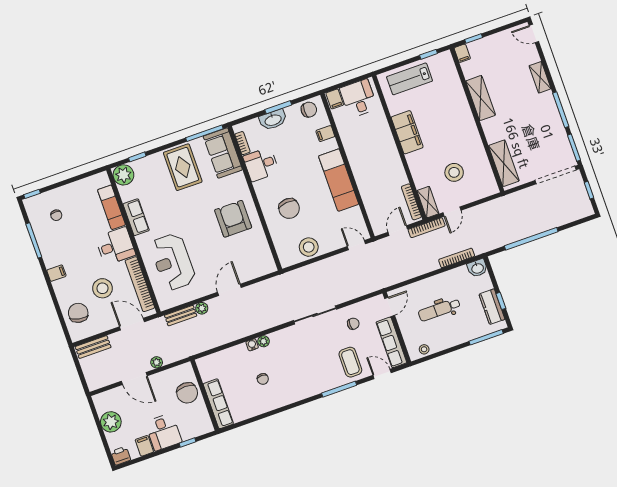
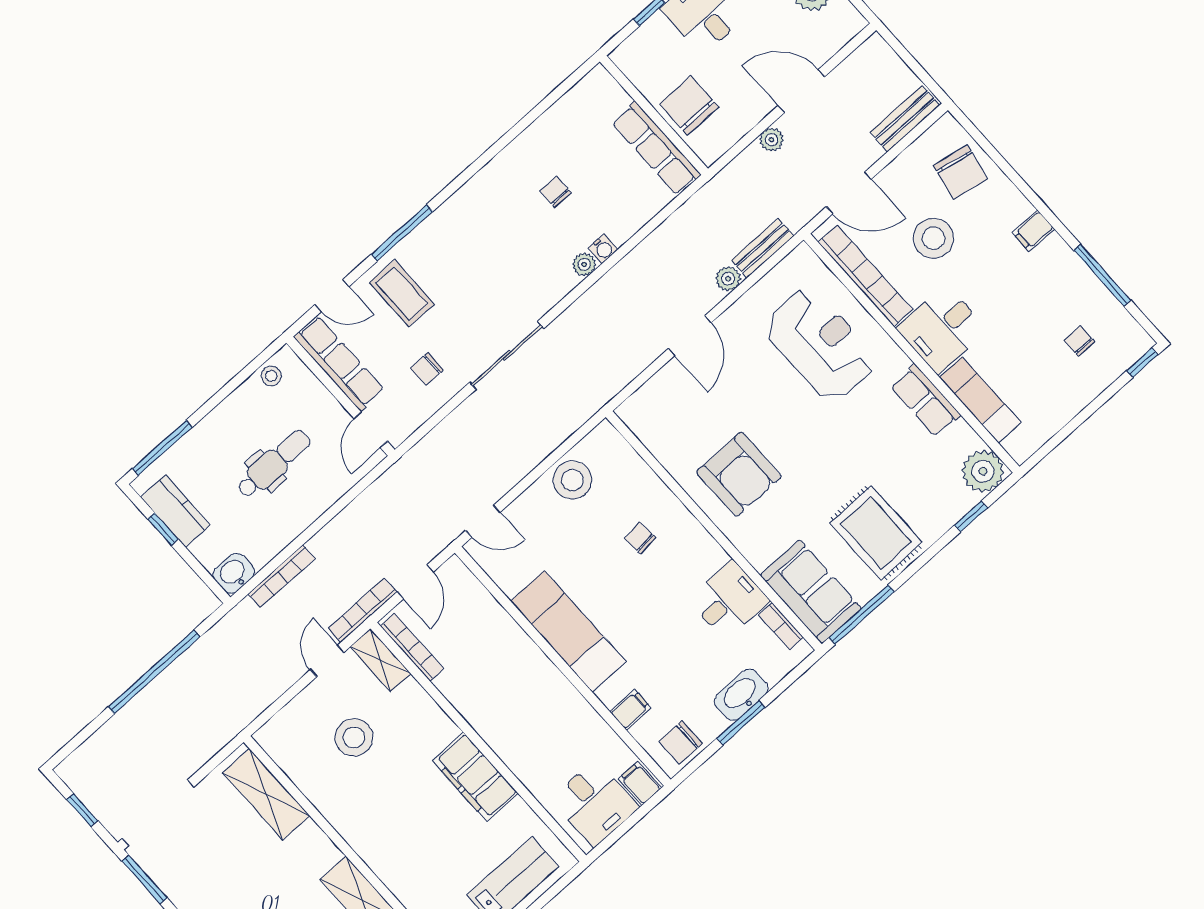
chair: (289, 208) -> (640, 538), width x0.54, depth x0.54
row of seats: (218, 404) -> (656, 148), moved

